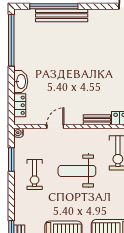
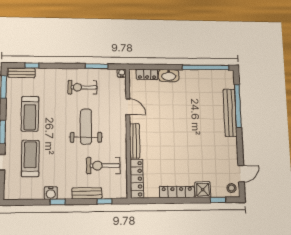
bench: (97, 120) -> (135, 141), width x1.36

